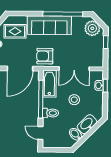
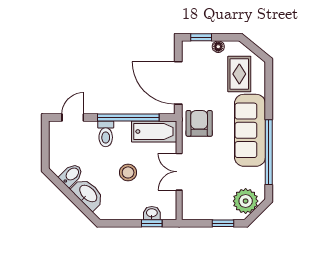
double door: (74, 69) -> (179, 172), width x0.73

